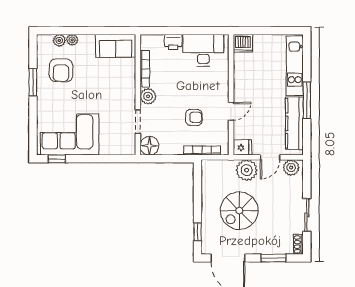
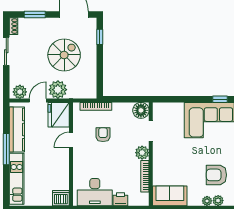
armchair: (61, 70) -> (216, 175), turned -91
armchair: (194, 117) -> (103, 135), turned 90
fridge: (242, 147) -> (59, 115), width x1.88, depth x1.34

